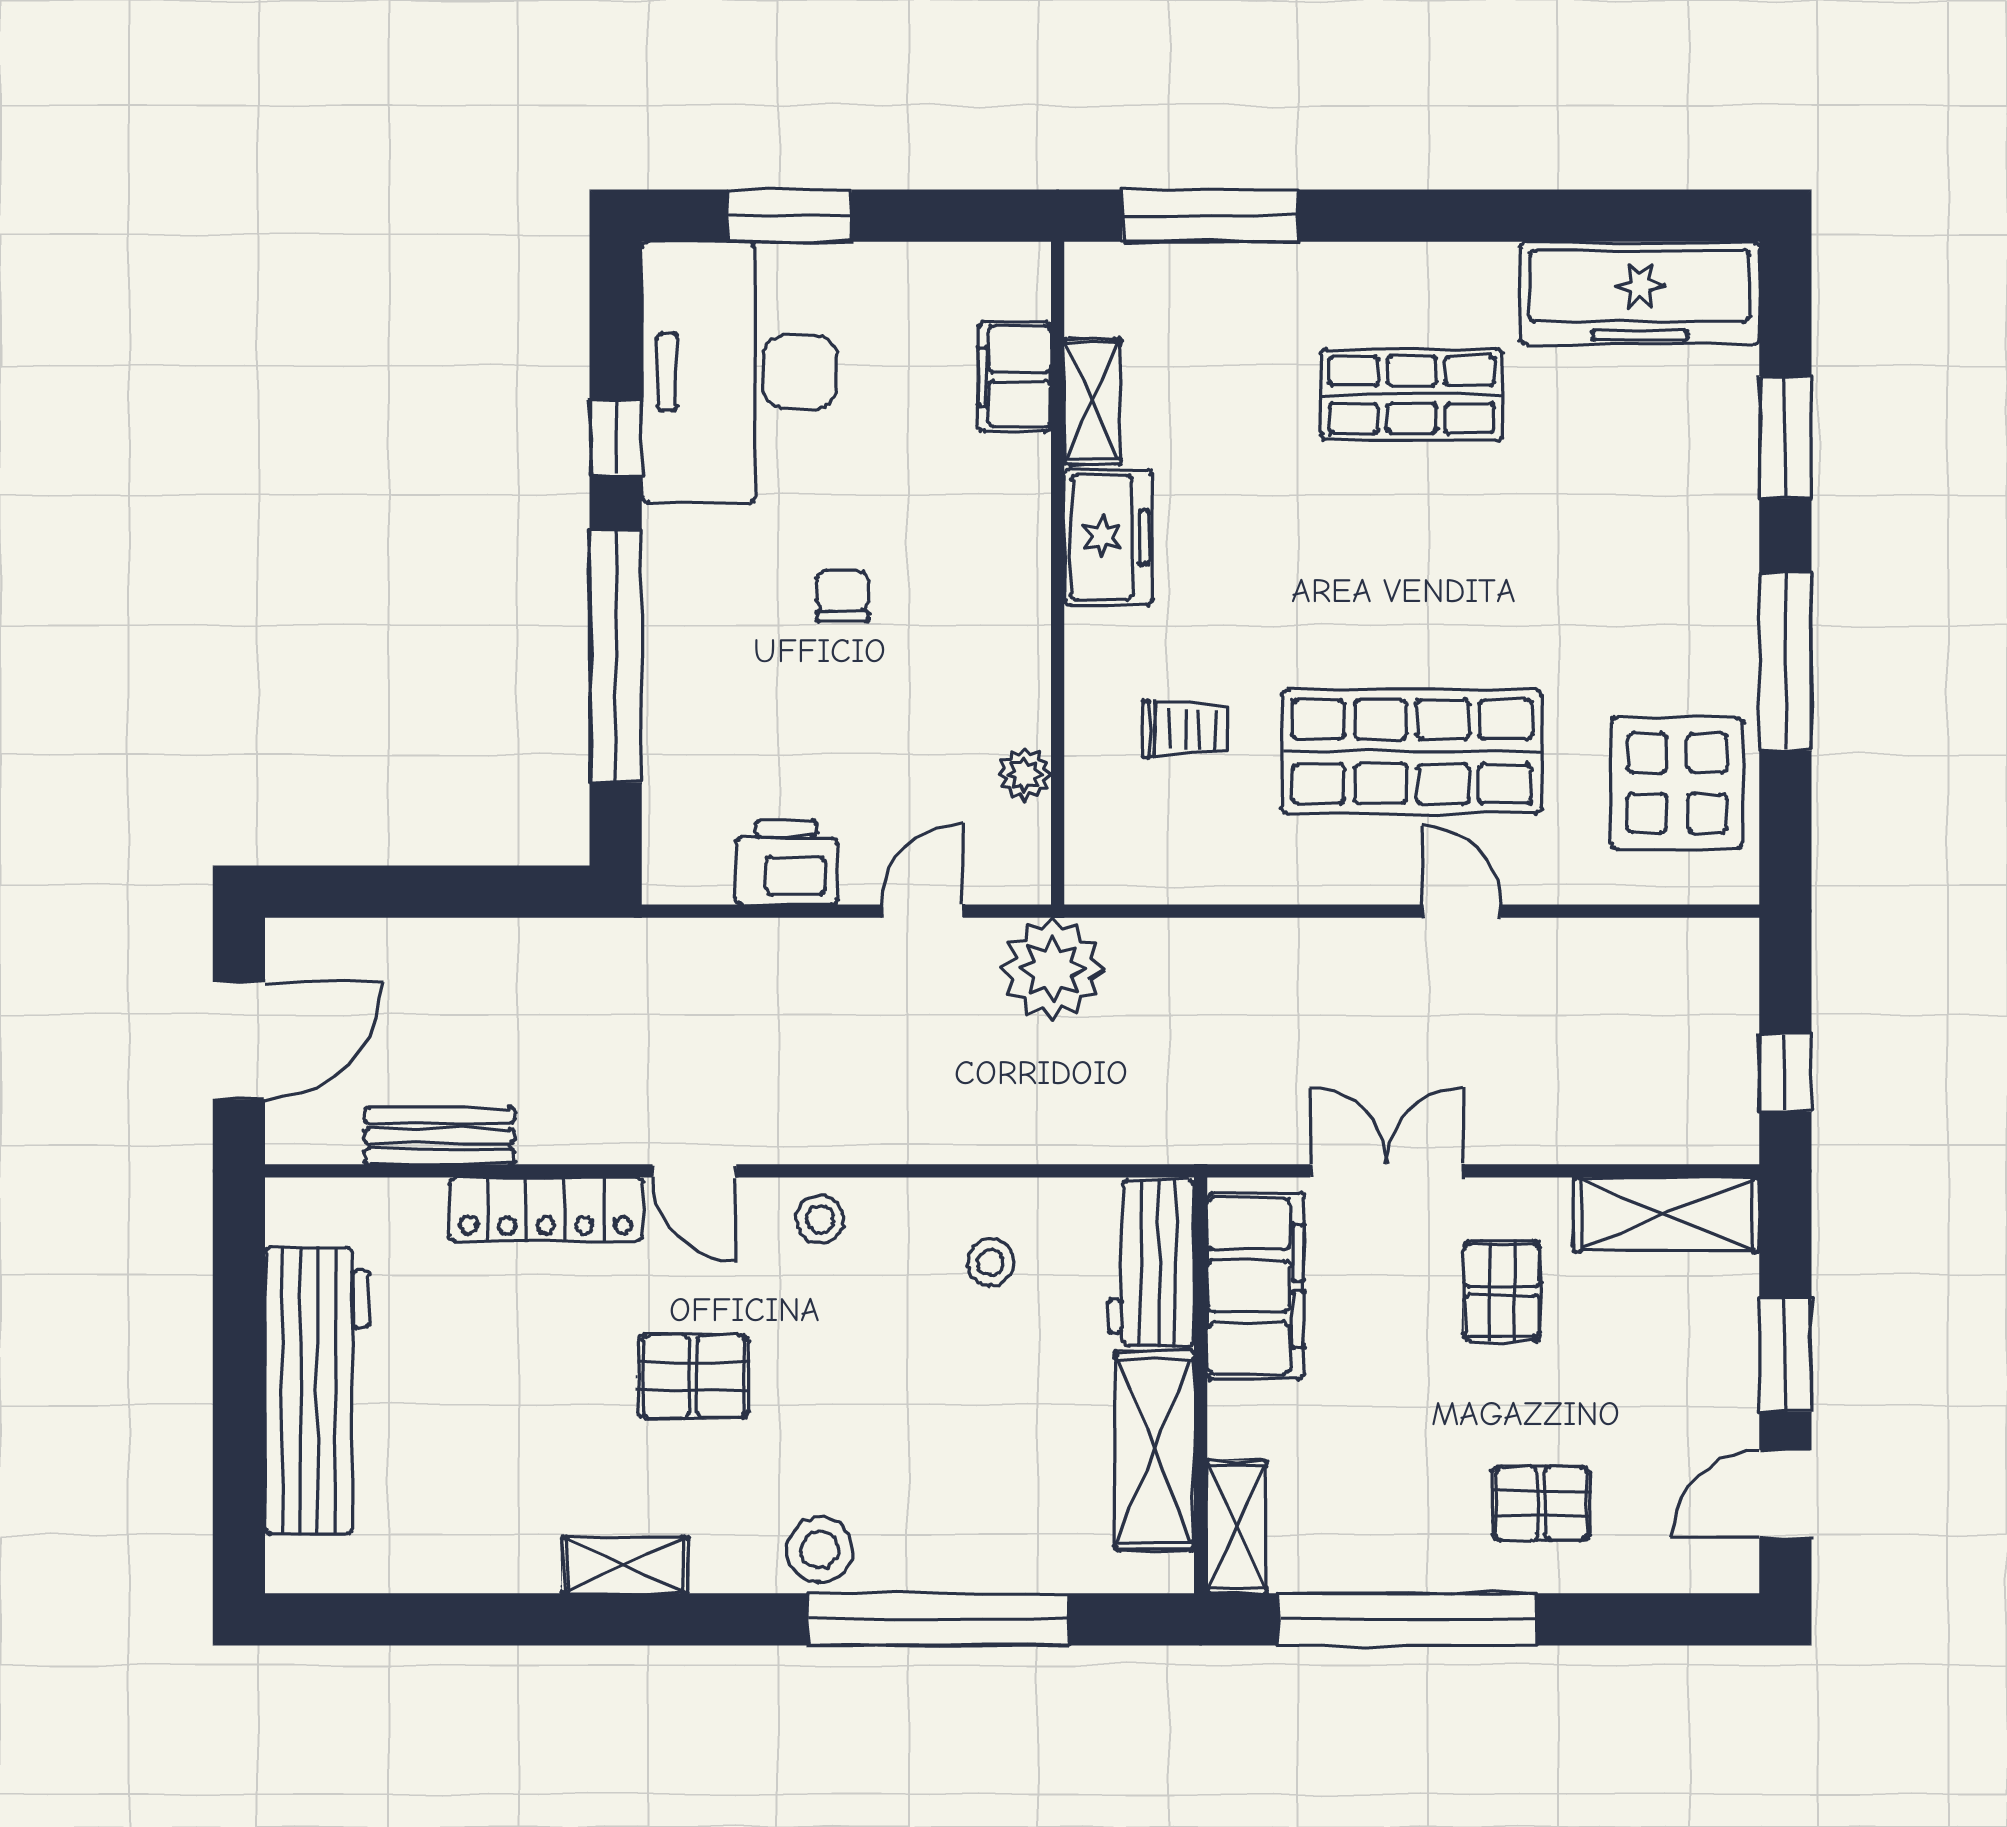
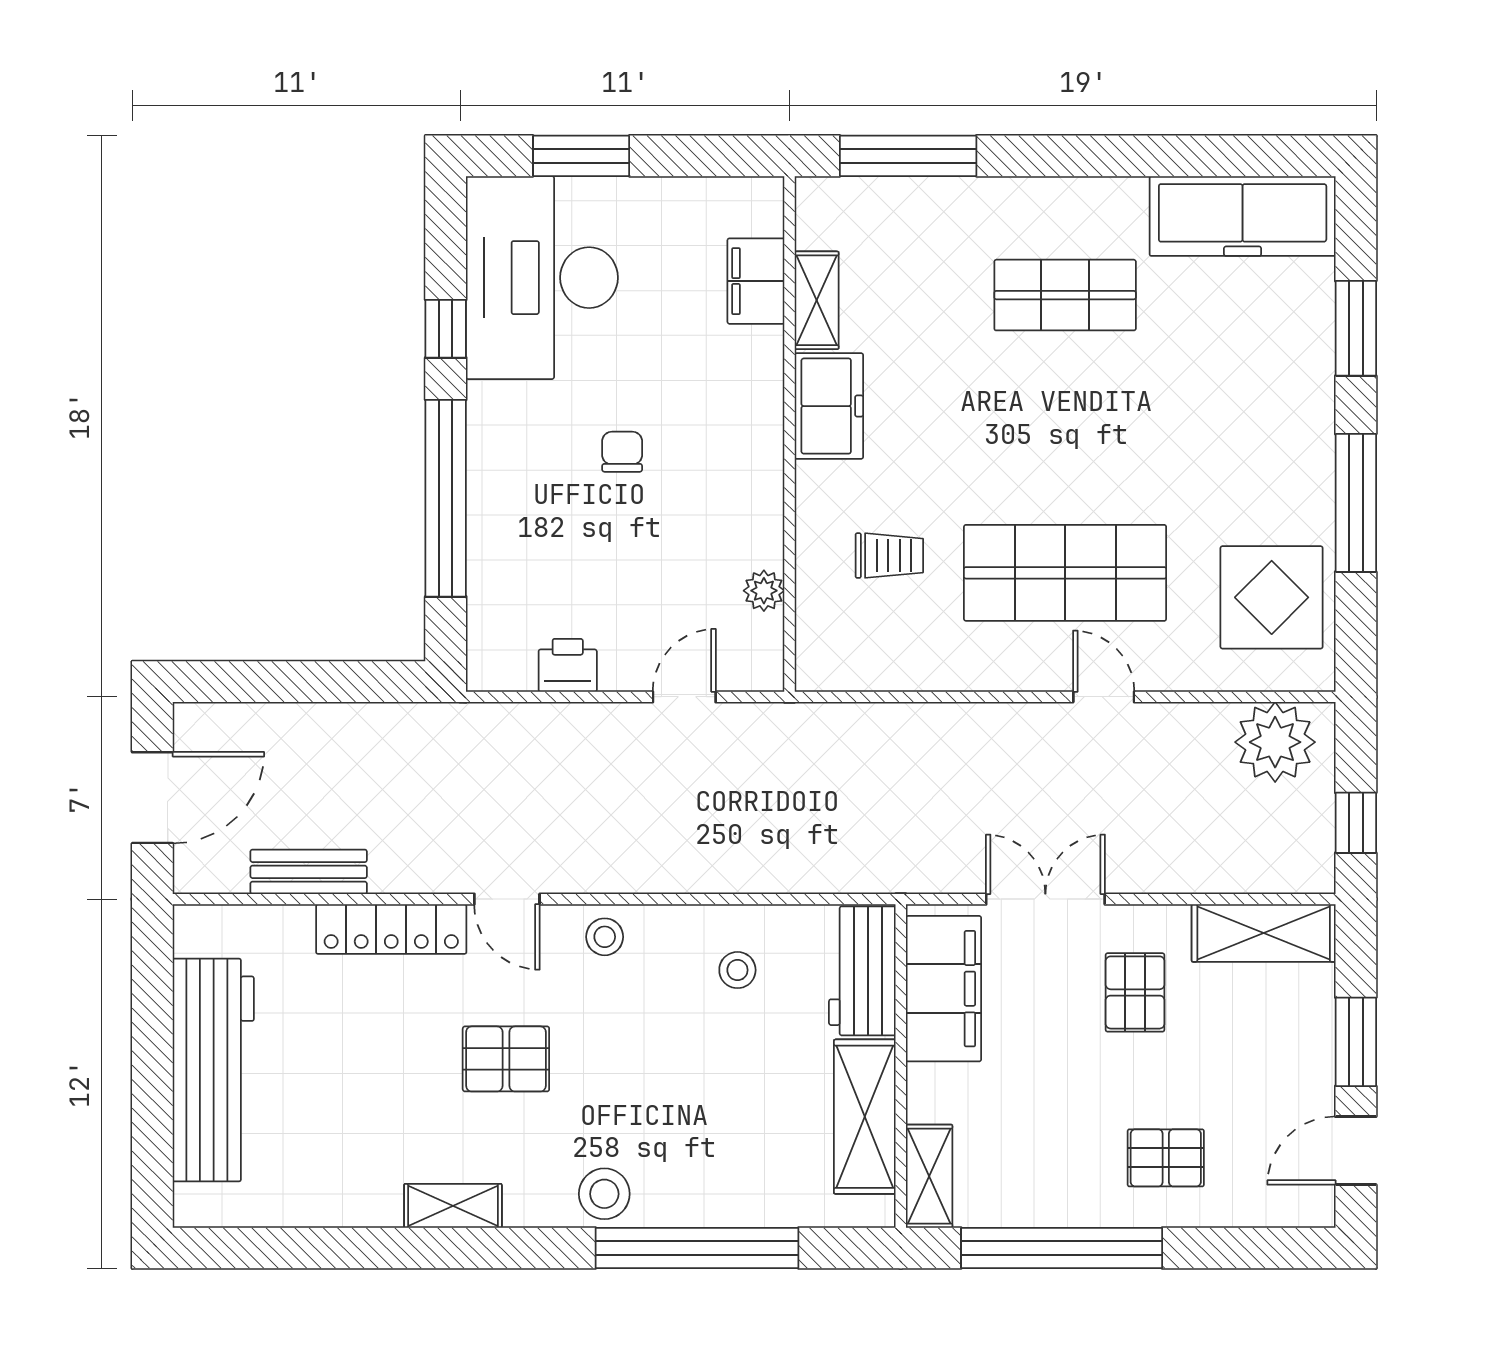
printer: (786, 862) -> (568, 665), width x0.73, depth x0.81
plant: (1052, 969) -> (1275, 742), moved

